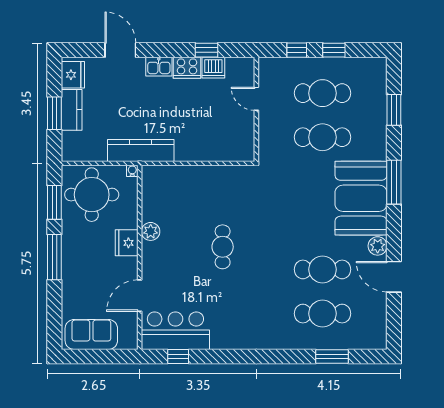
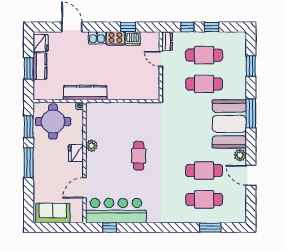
dresser: (266, 73) -> (167, 42), added
bar counter: (175, 331) -> (116, 211), width x1.36

